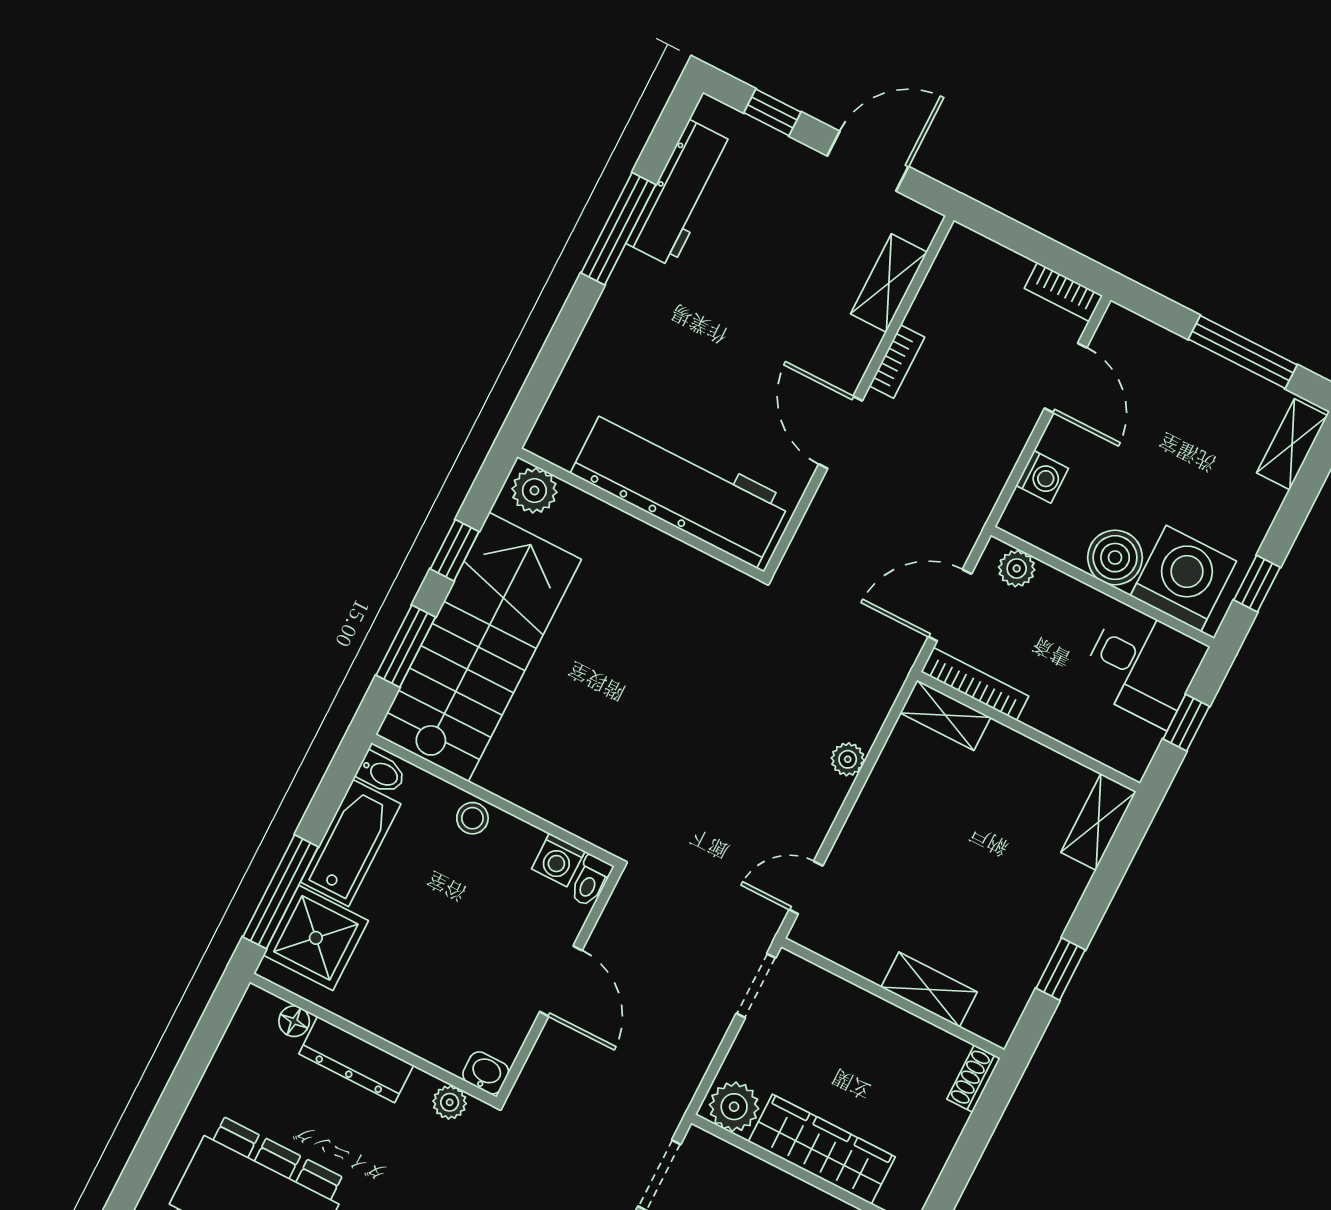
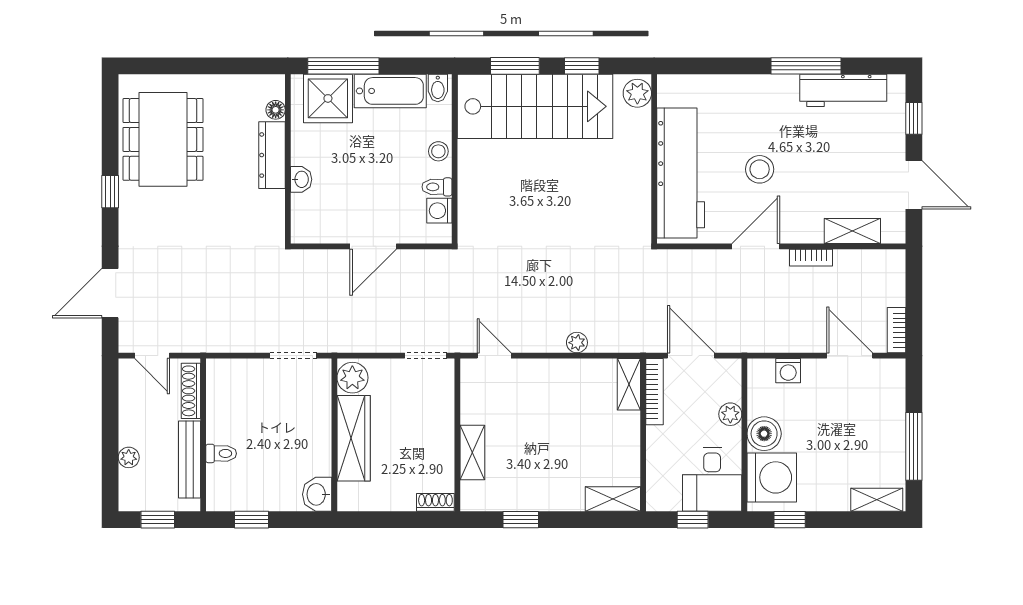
stool: (733, 371) -> (760, 169), added
door: (1066, 378) -> (850, 356), swing flipped
plant: (1017, 568) -> (730, 414), moved
toilet: (590, 881) -> (437, 187), moved
washbasin: (486, 1073) -> (301, 179), moved
plant: (450, 1102) -> (275, 219), removed

